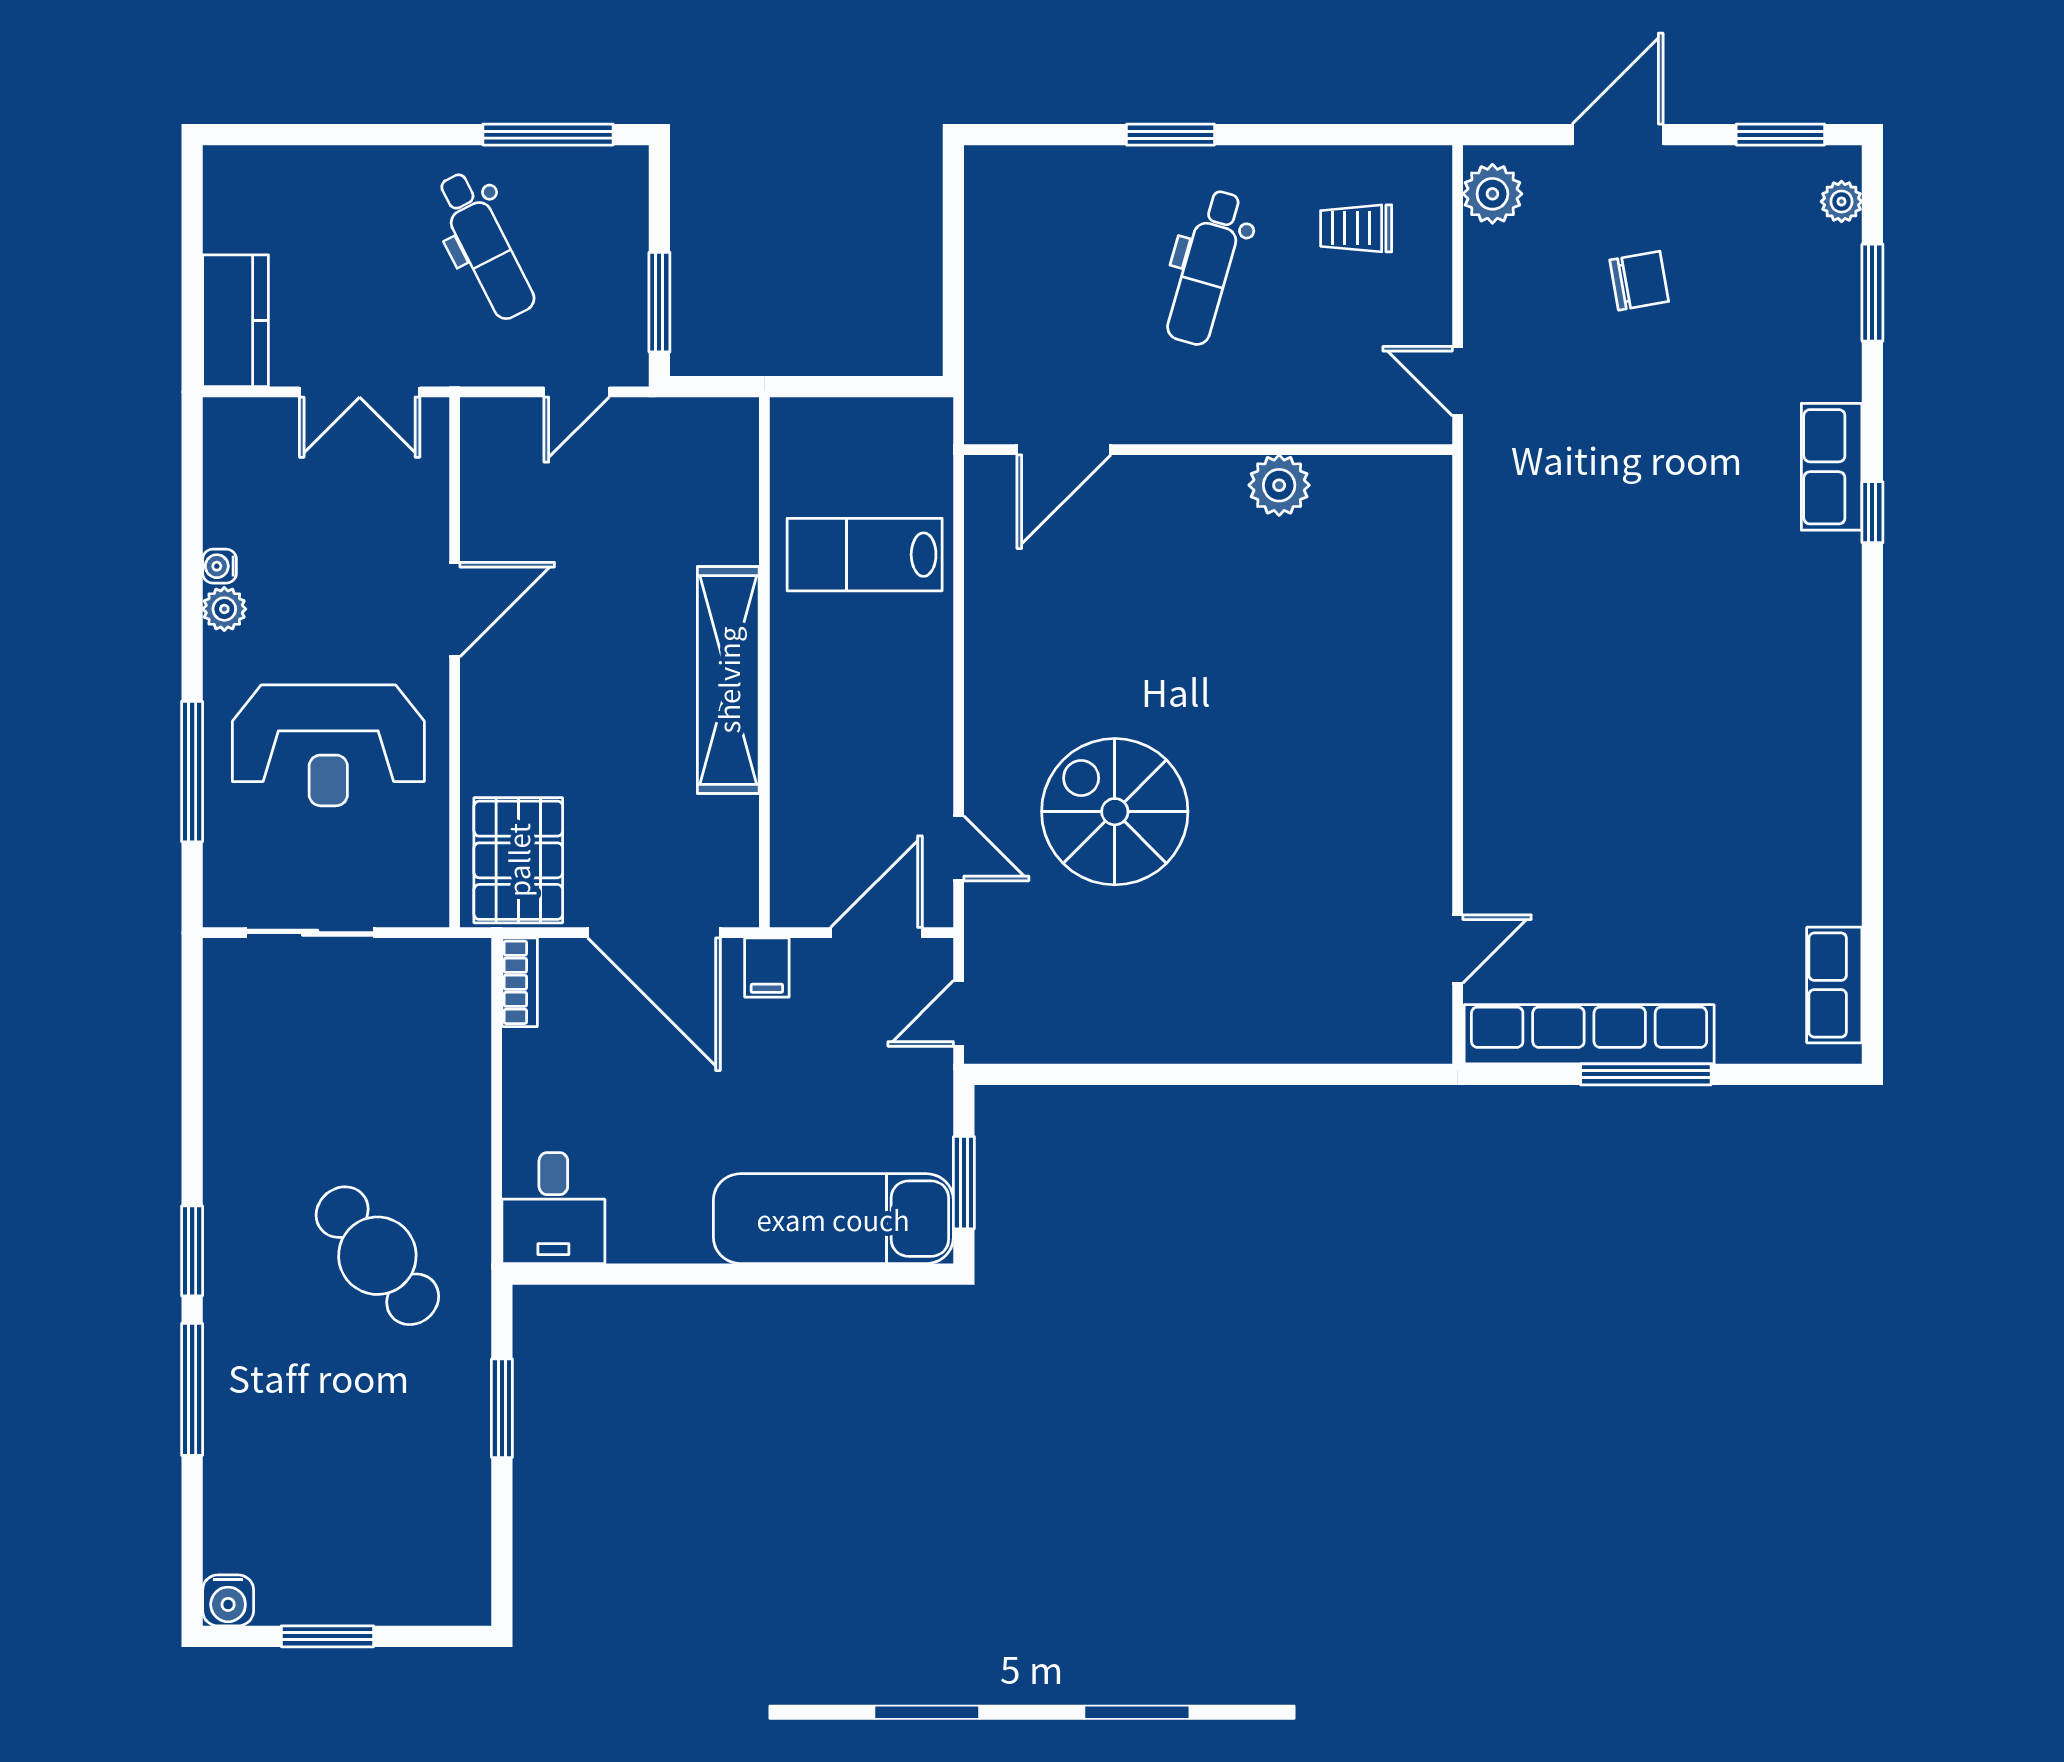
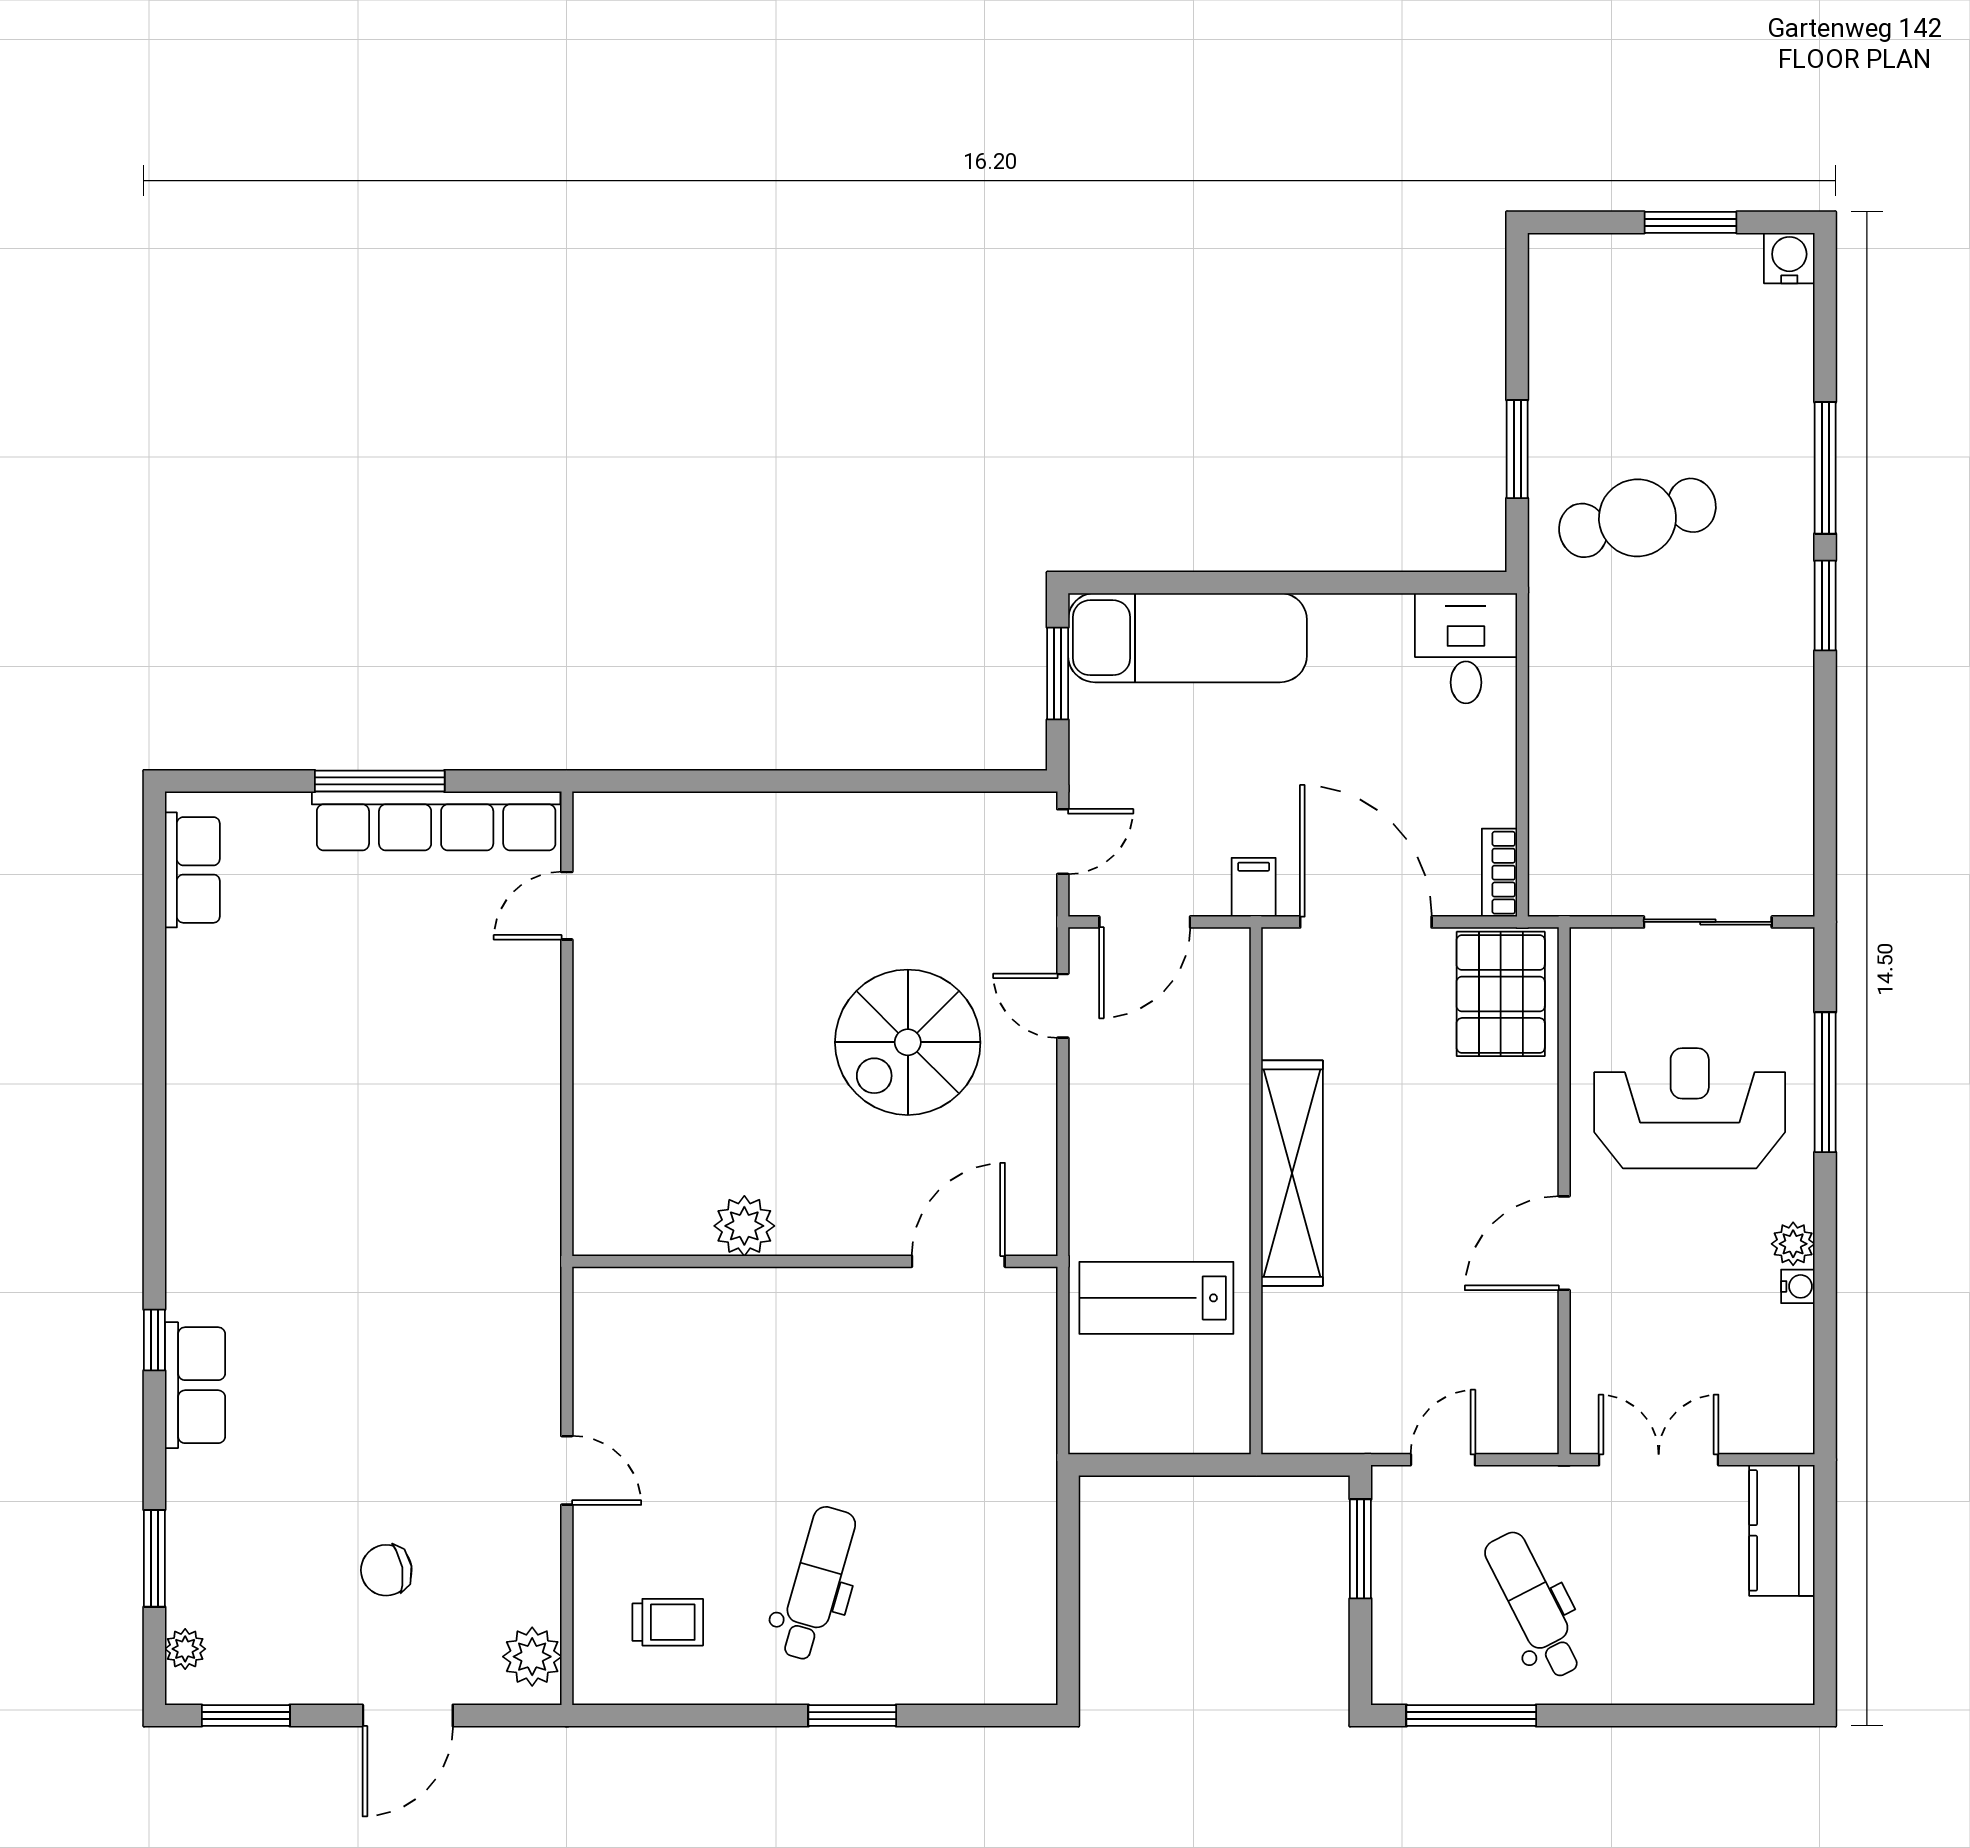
door: (1064, 450) -> (958, 1261), moved
wall: (1208, 450) -> (815, 1261), moved
plant: (1279, 485) -> (744, 1226), moved
lab bench: (865, 555) -> (1156, 1298), turned 180
spiral stairs: (1115, 812) -> (908, 1042), turned 90
cafe table: (377, 1256) -> (1637, 518), moved, turned -64

